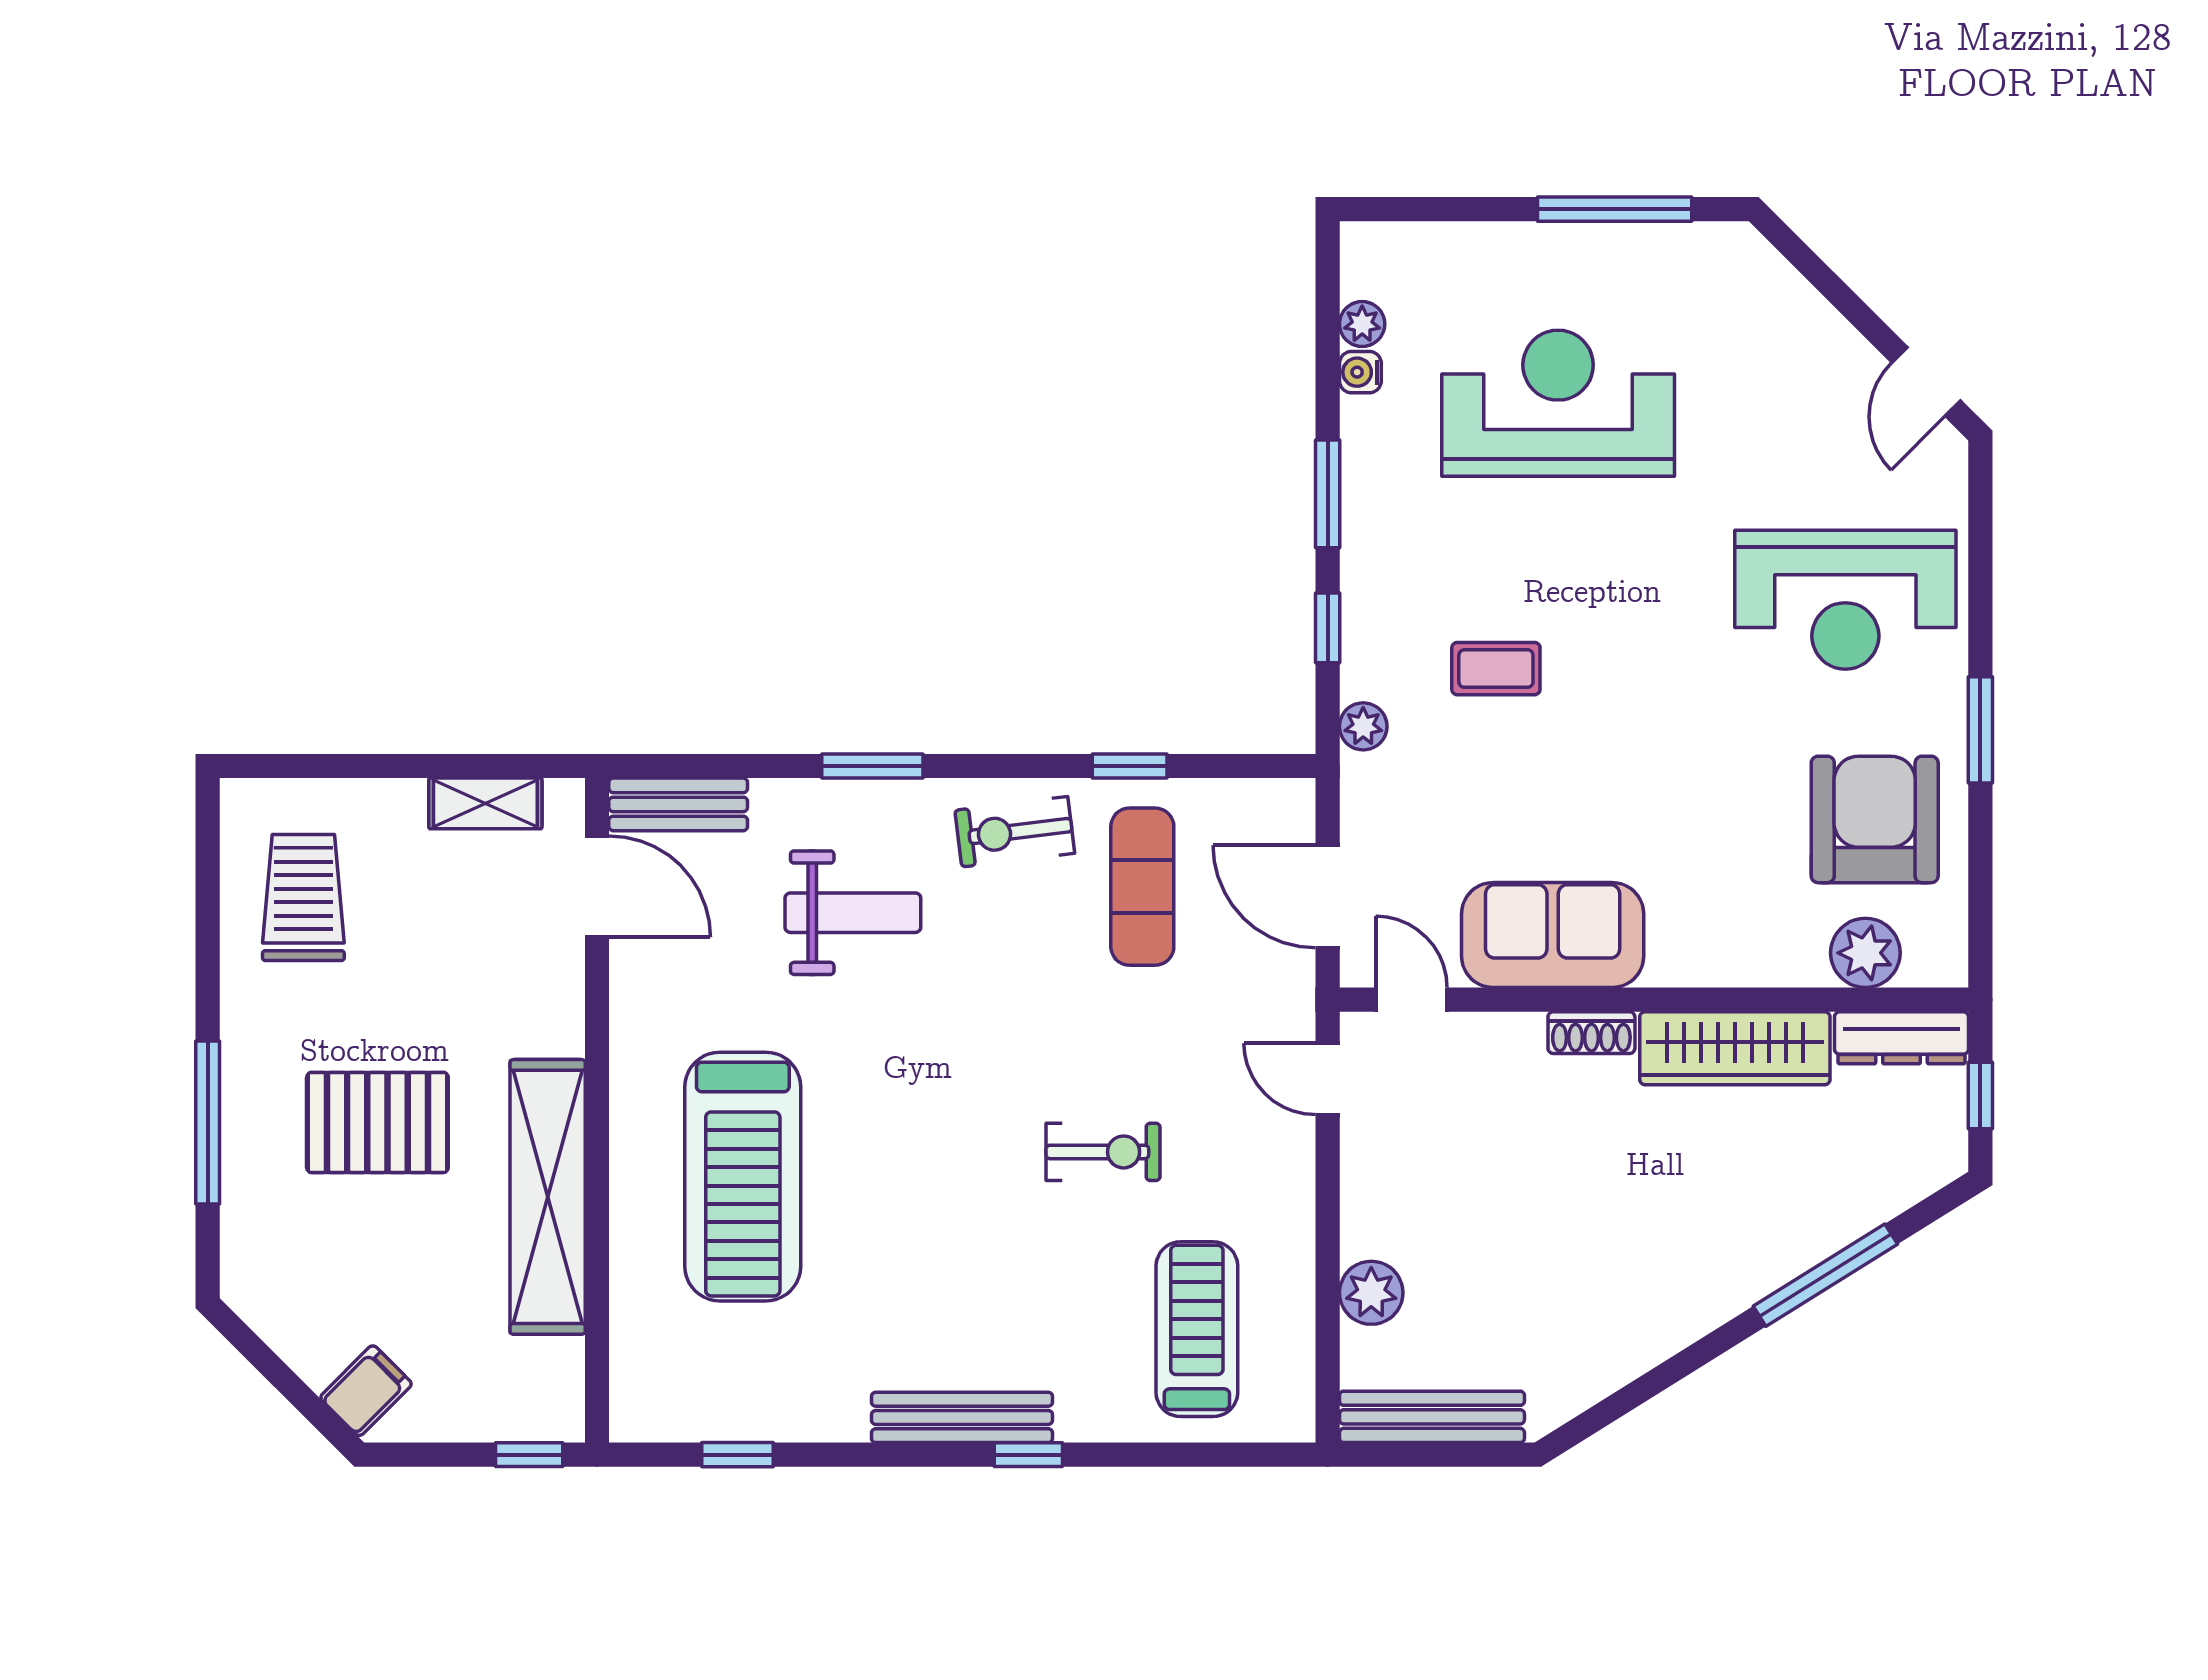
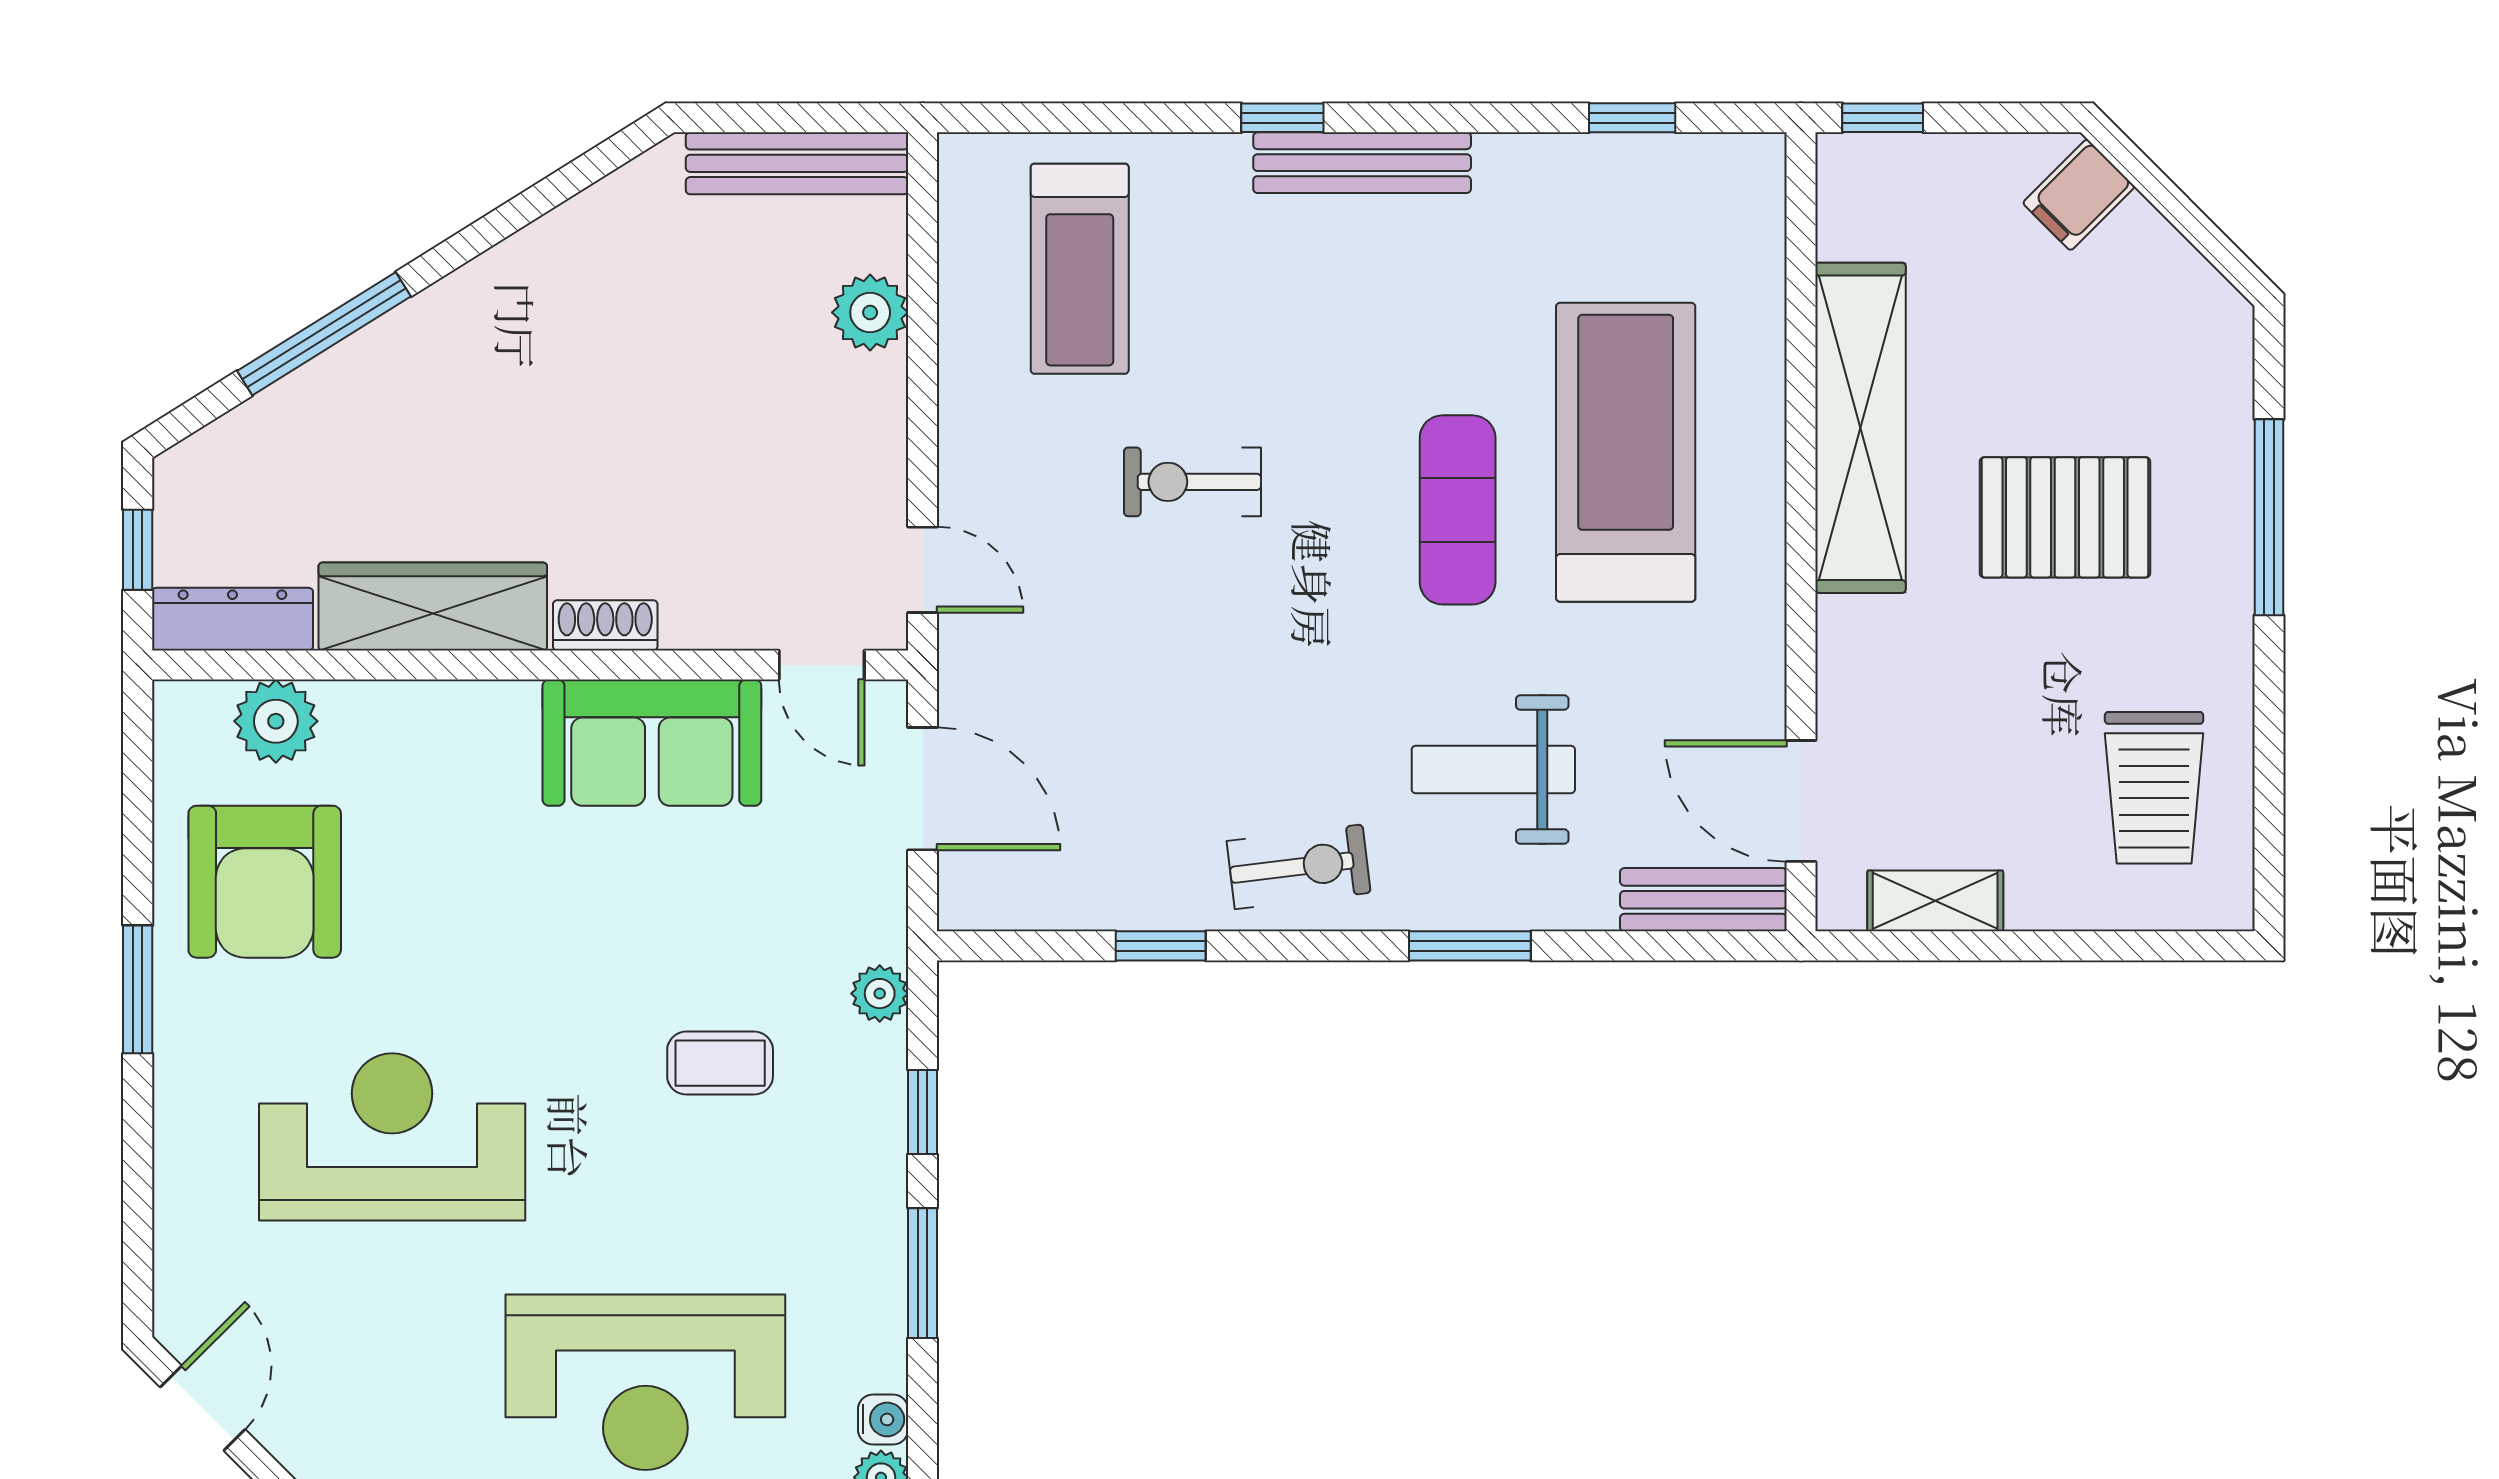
reception desk: (1845, 600) -> (392, 1137), moved
exercise mat: (1142, 887) -> (1458, 510), moved

